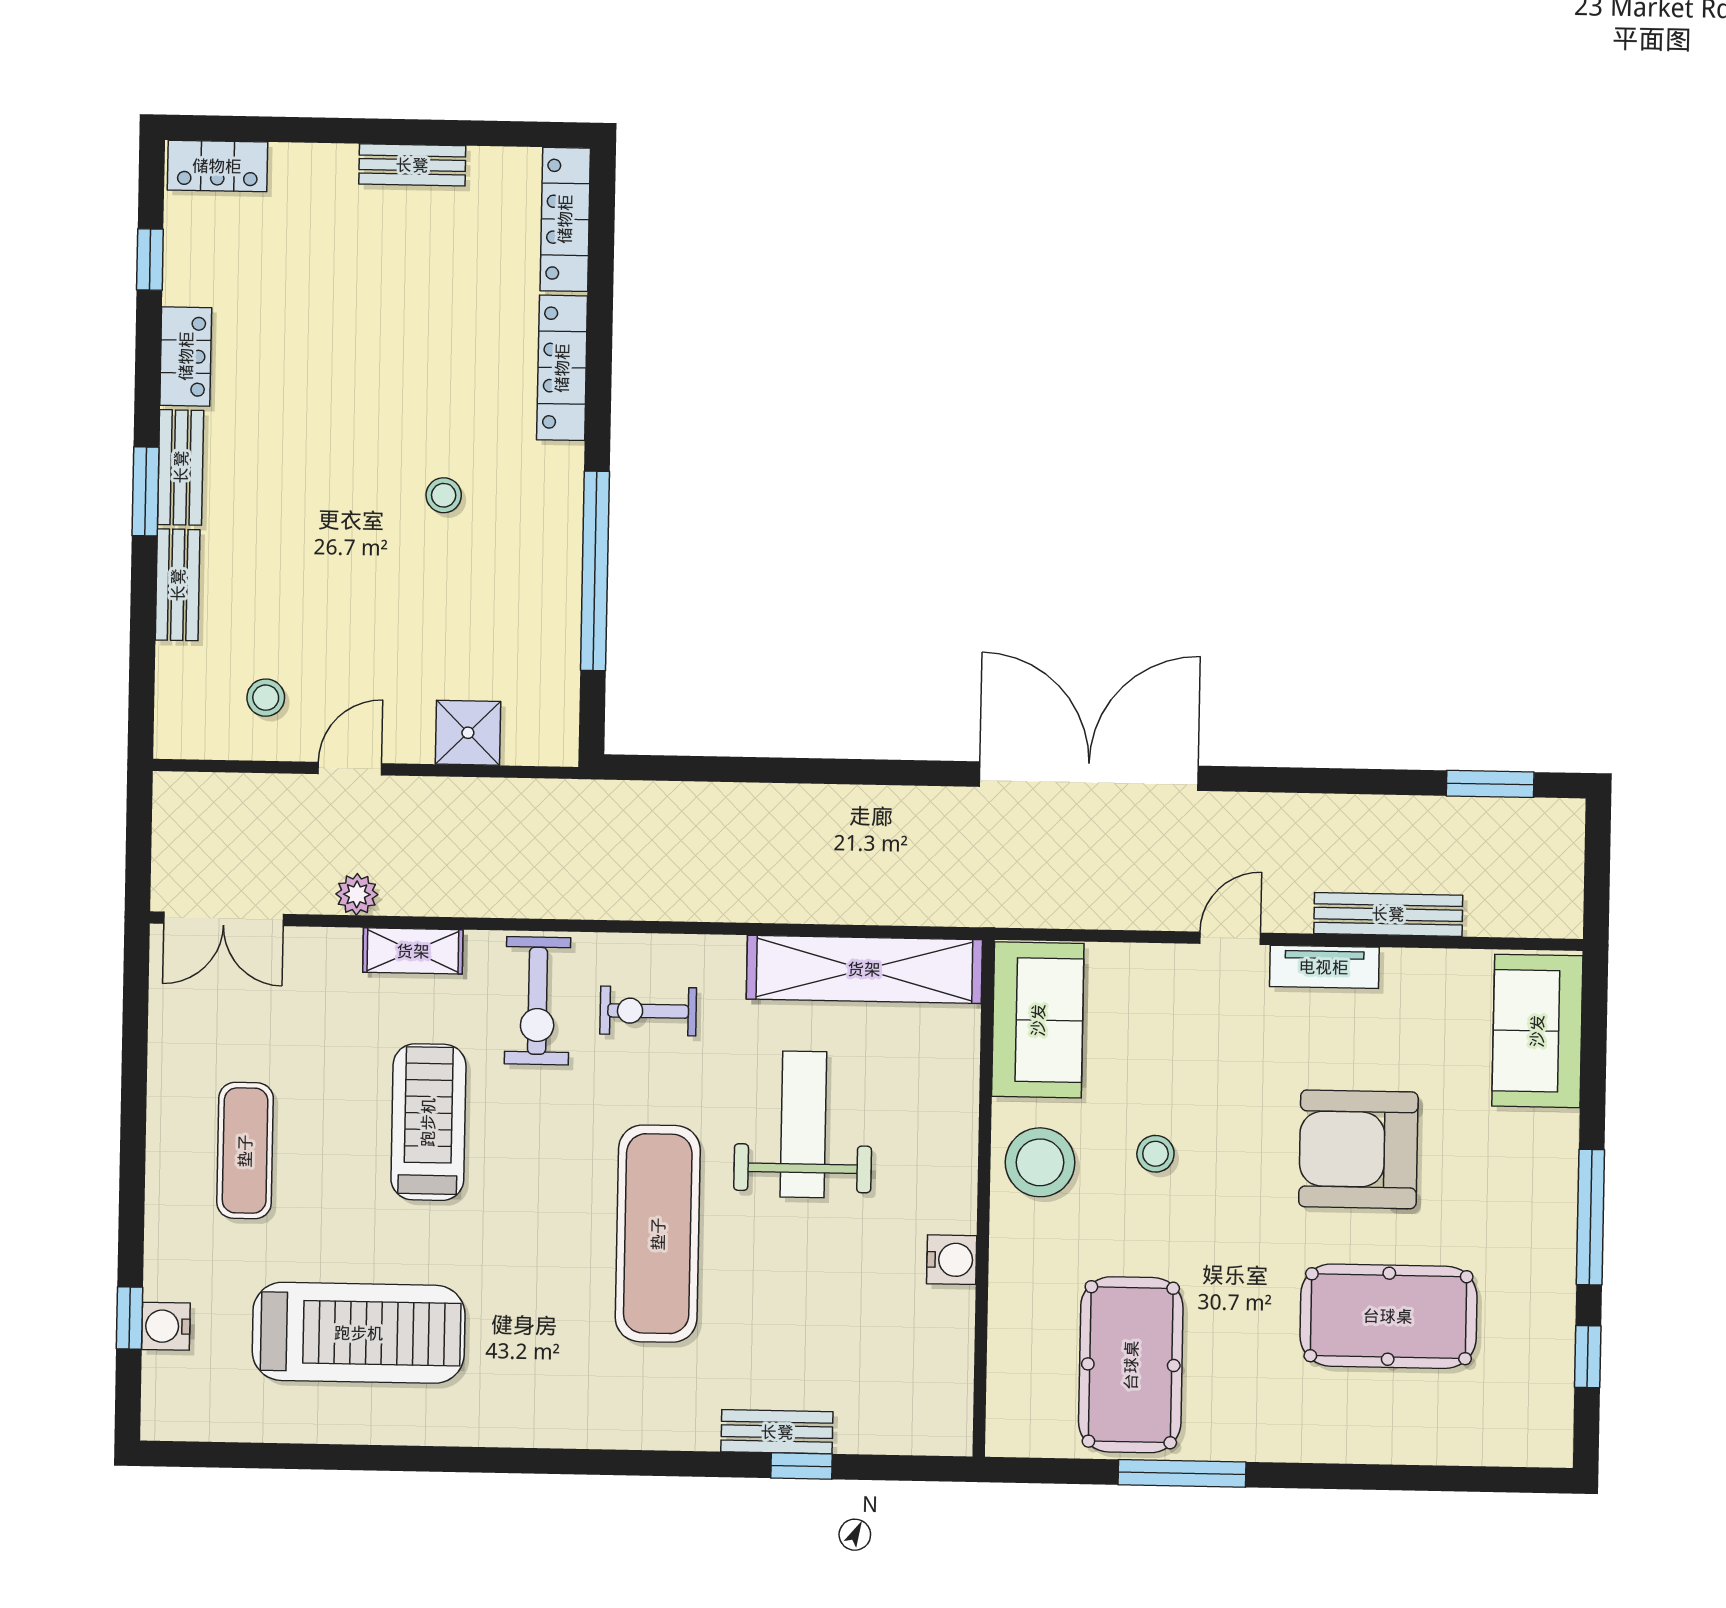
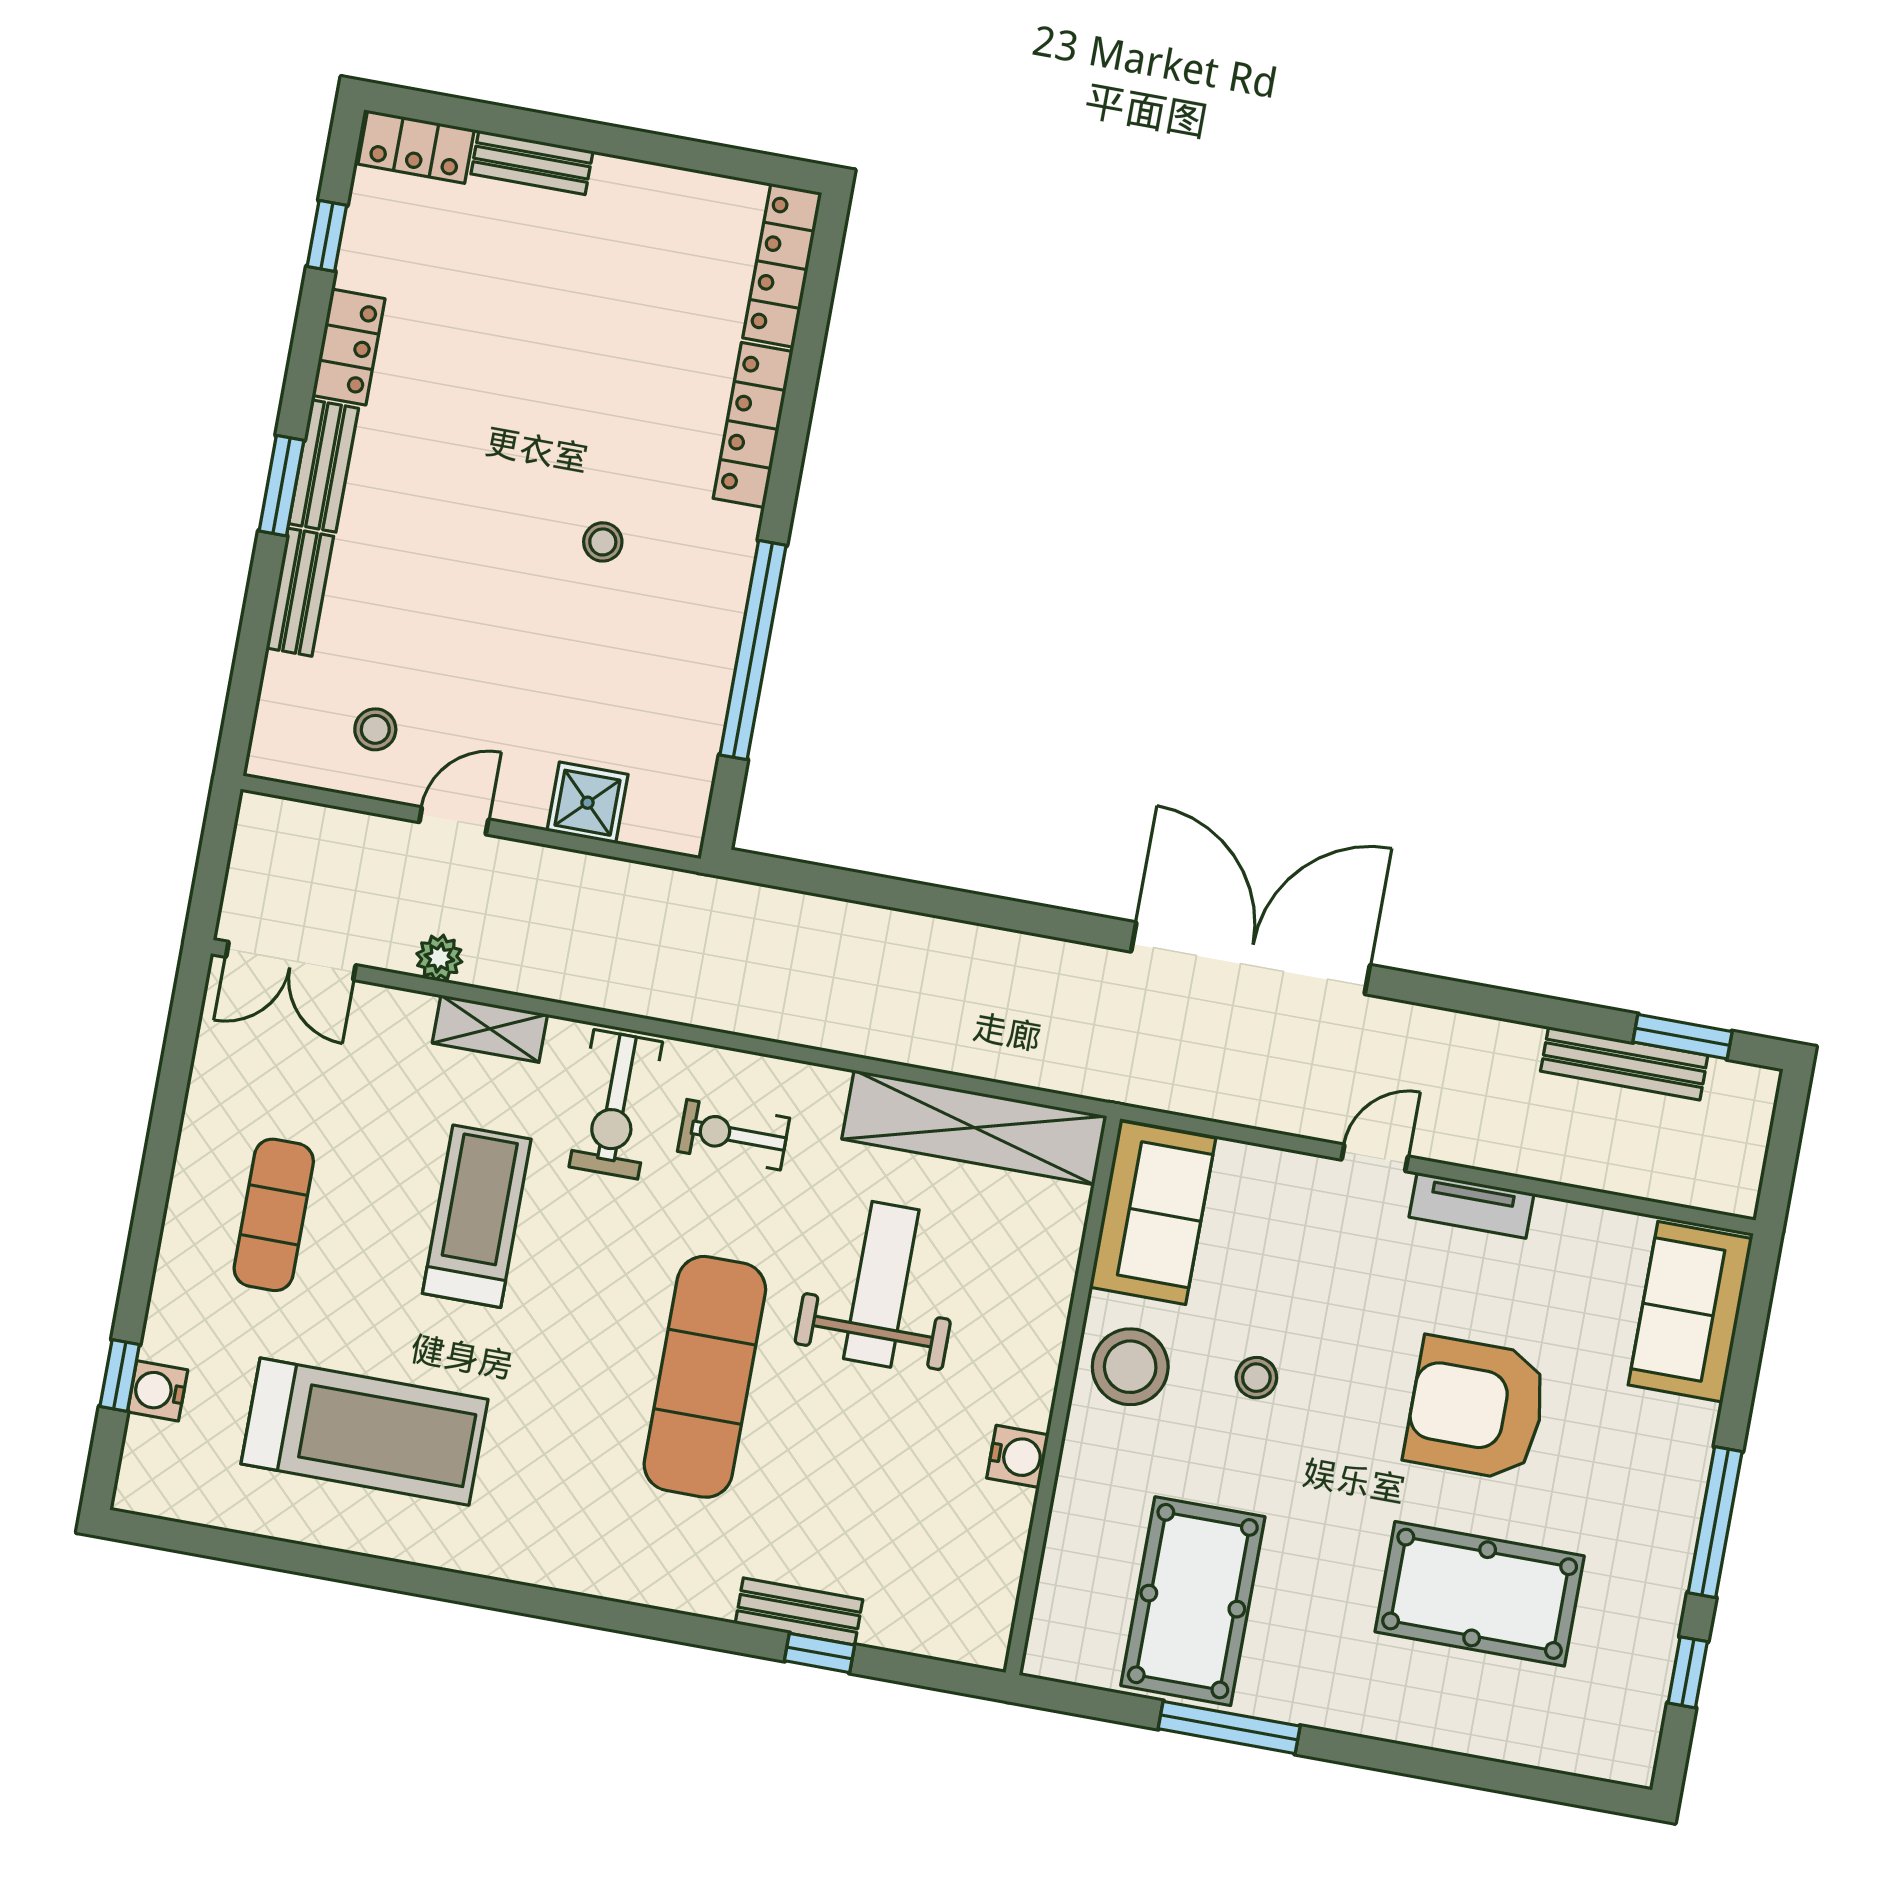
bench: (412, 165) -> (532, 163), moved
bench: (1388, 914) -> (1624, 1063), moved

